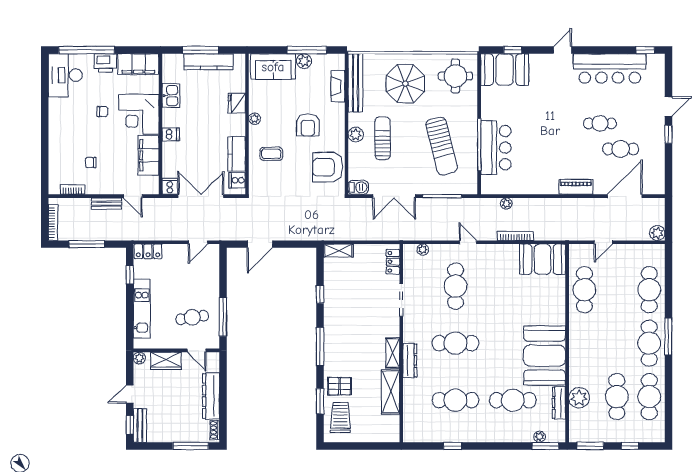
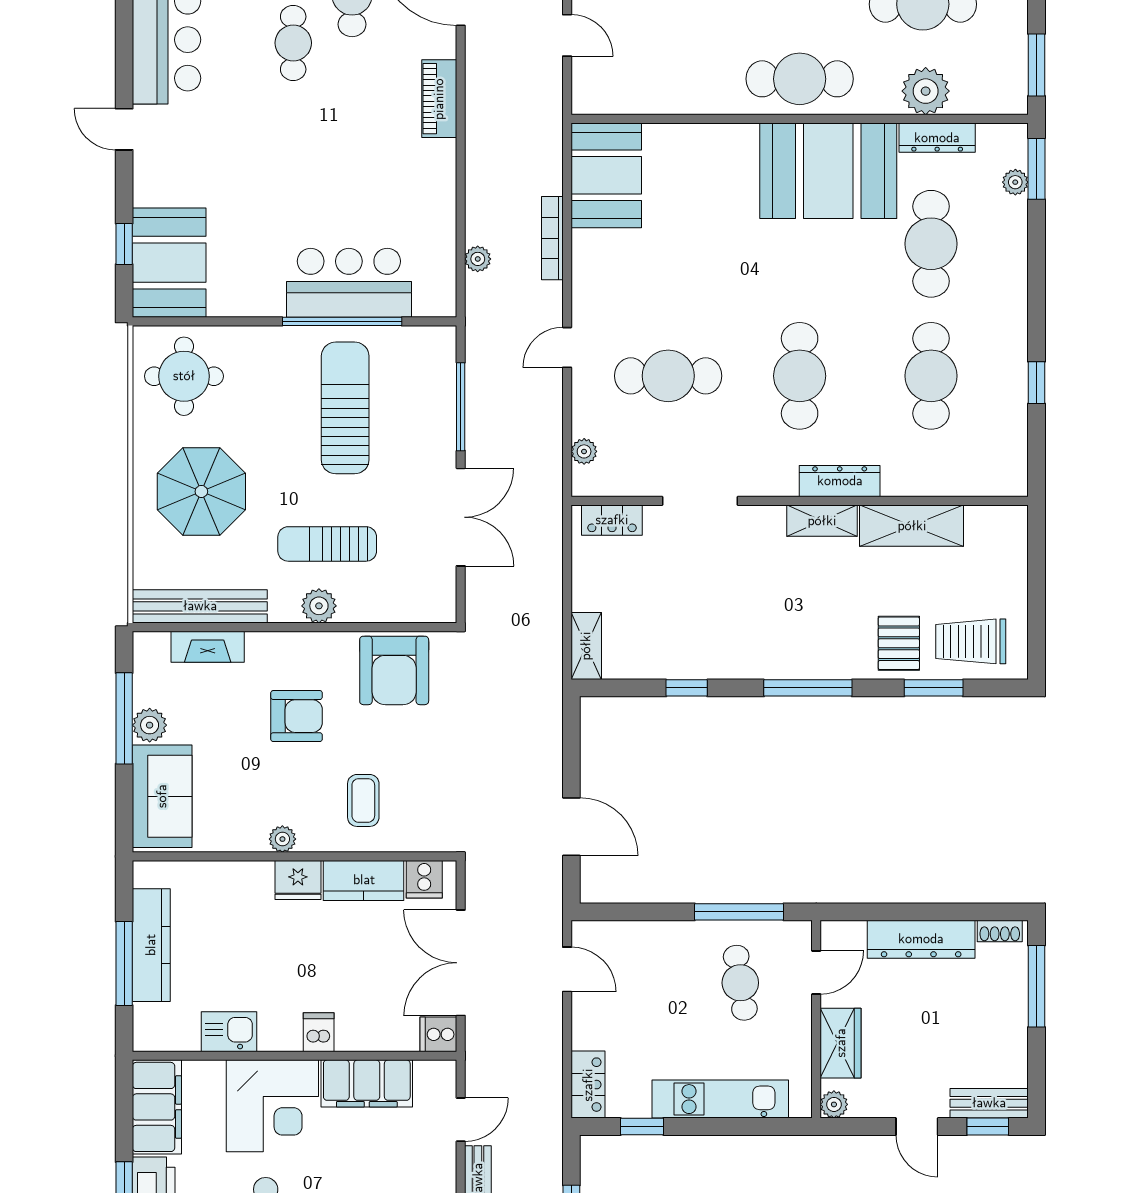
fridge: (237, 103) -> (298, 880), moved
sun lounger: (442, 146) -> (345, 408), turned -76
barbecue: (358, 187) -> (441, 600), removed
cafe table: (584, 290) -> (800, 79), moved

